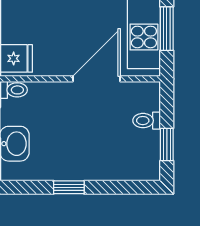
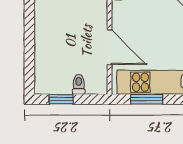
window: (69, 187) -> (29, 27), removed

